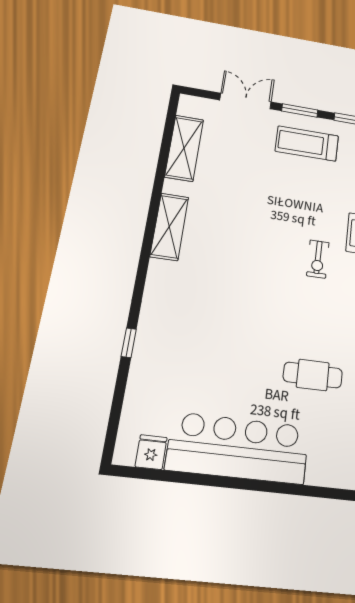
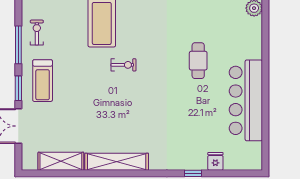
shelving: (169, 227) -> (117, 162), width x1.47
fridge: (151, 452) -> (215, 161), moved, turned 90

